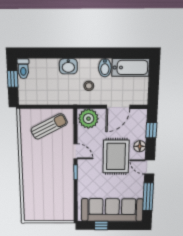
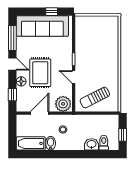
washbasin: (68, 66) -> (92, 144), moved
toilet: (23, 69) -> (104, 143), moved

